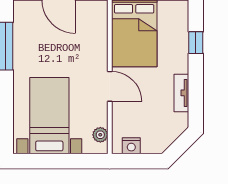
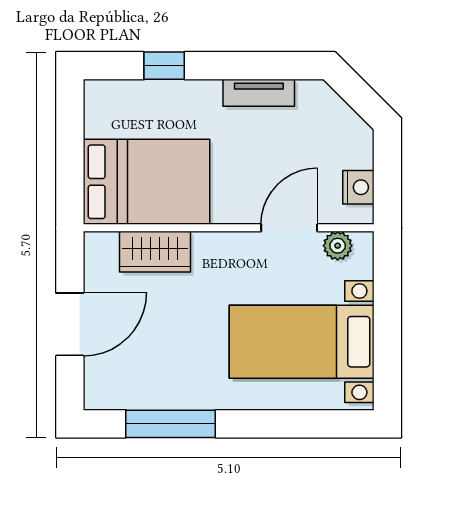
wardrobe: (97, 38) -> (155, 252), added
door: (110, 86) -> (289, 228), moved

